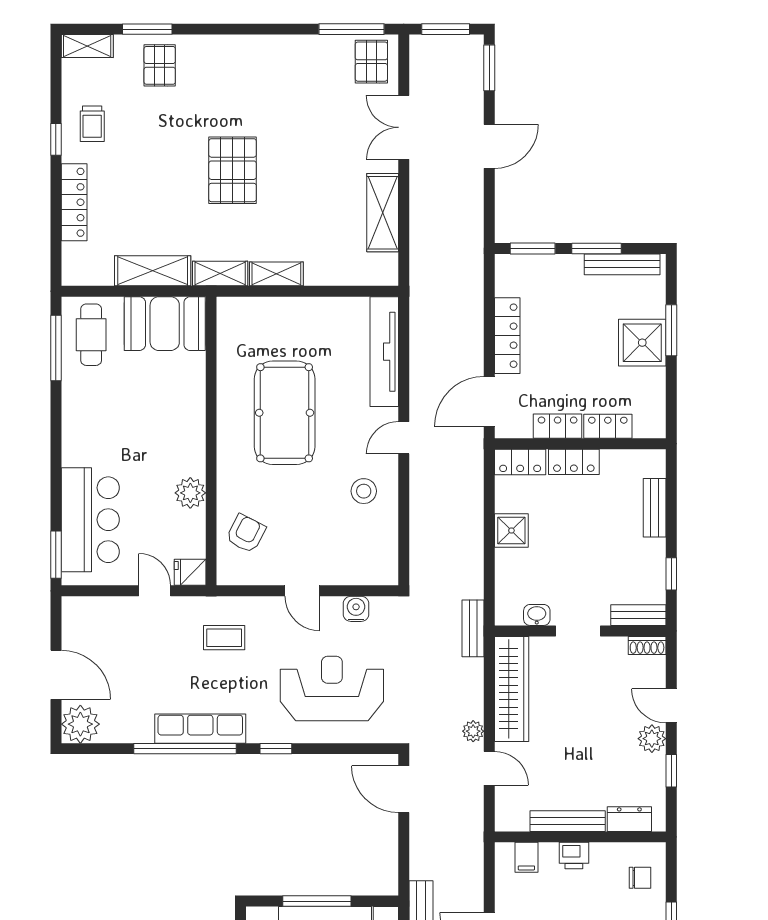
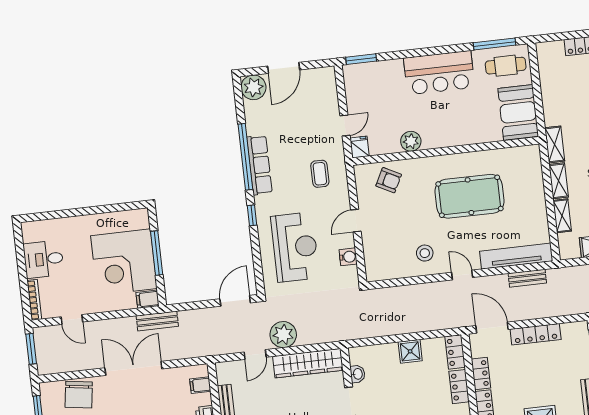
shelving: (153, 271) -> (562, 216), moved, width x0.67, depth x0.75
bar counter: (90, 520) -> (439, 73), moved
bench: (473, 628) -> (527, 278), moved
plant: (473, 731) -> (283, 335), width x1.87, depth x1.87

